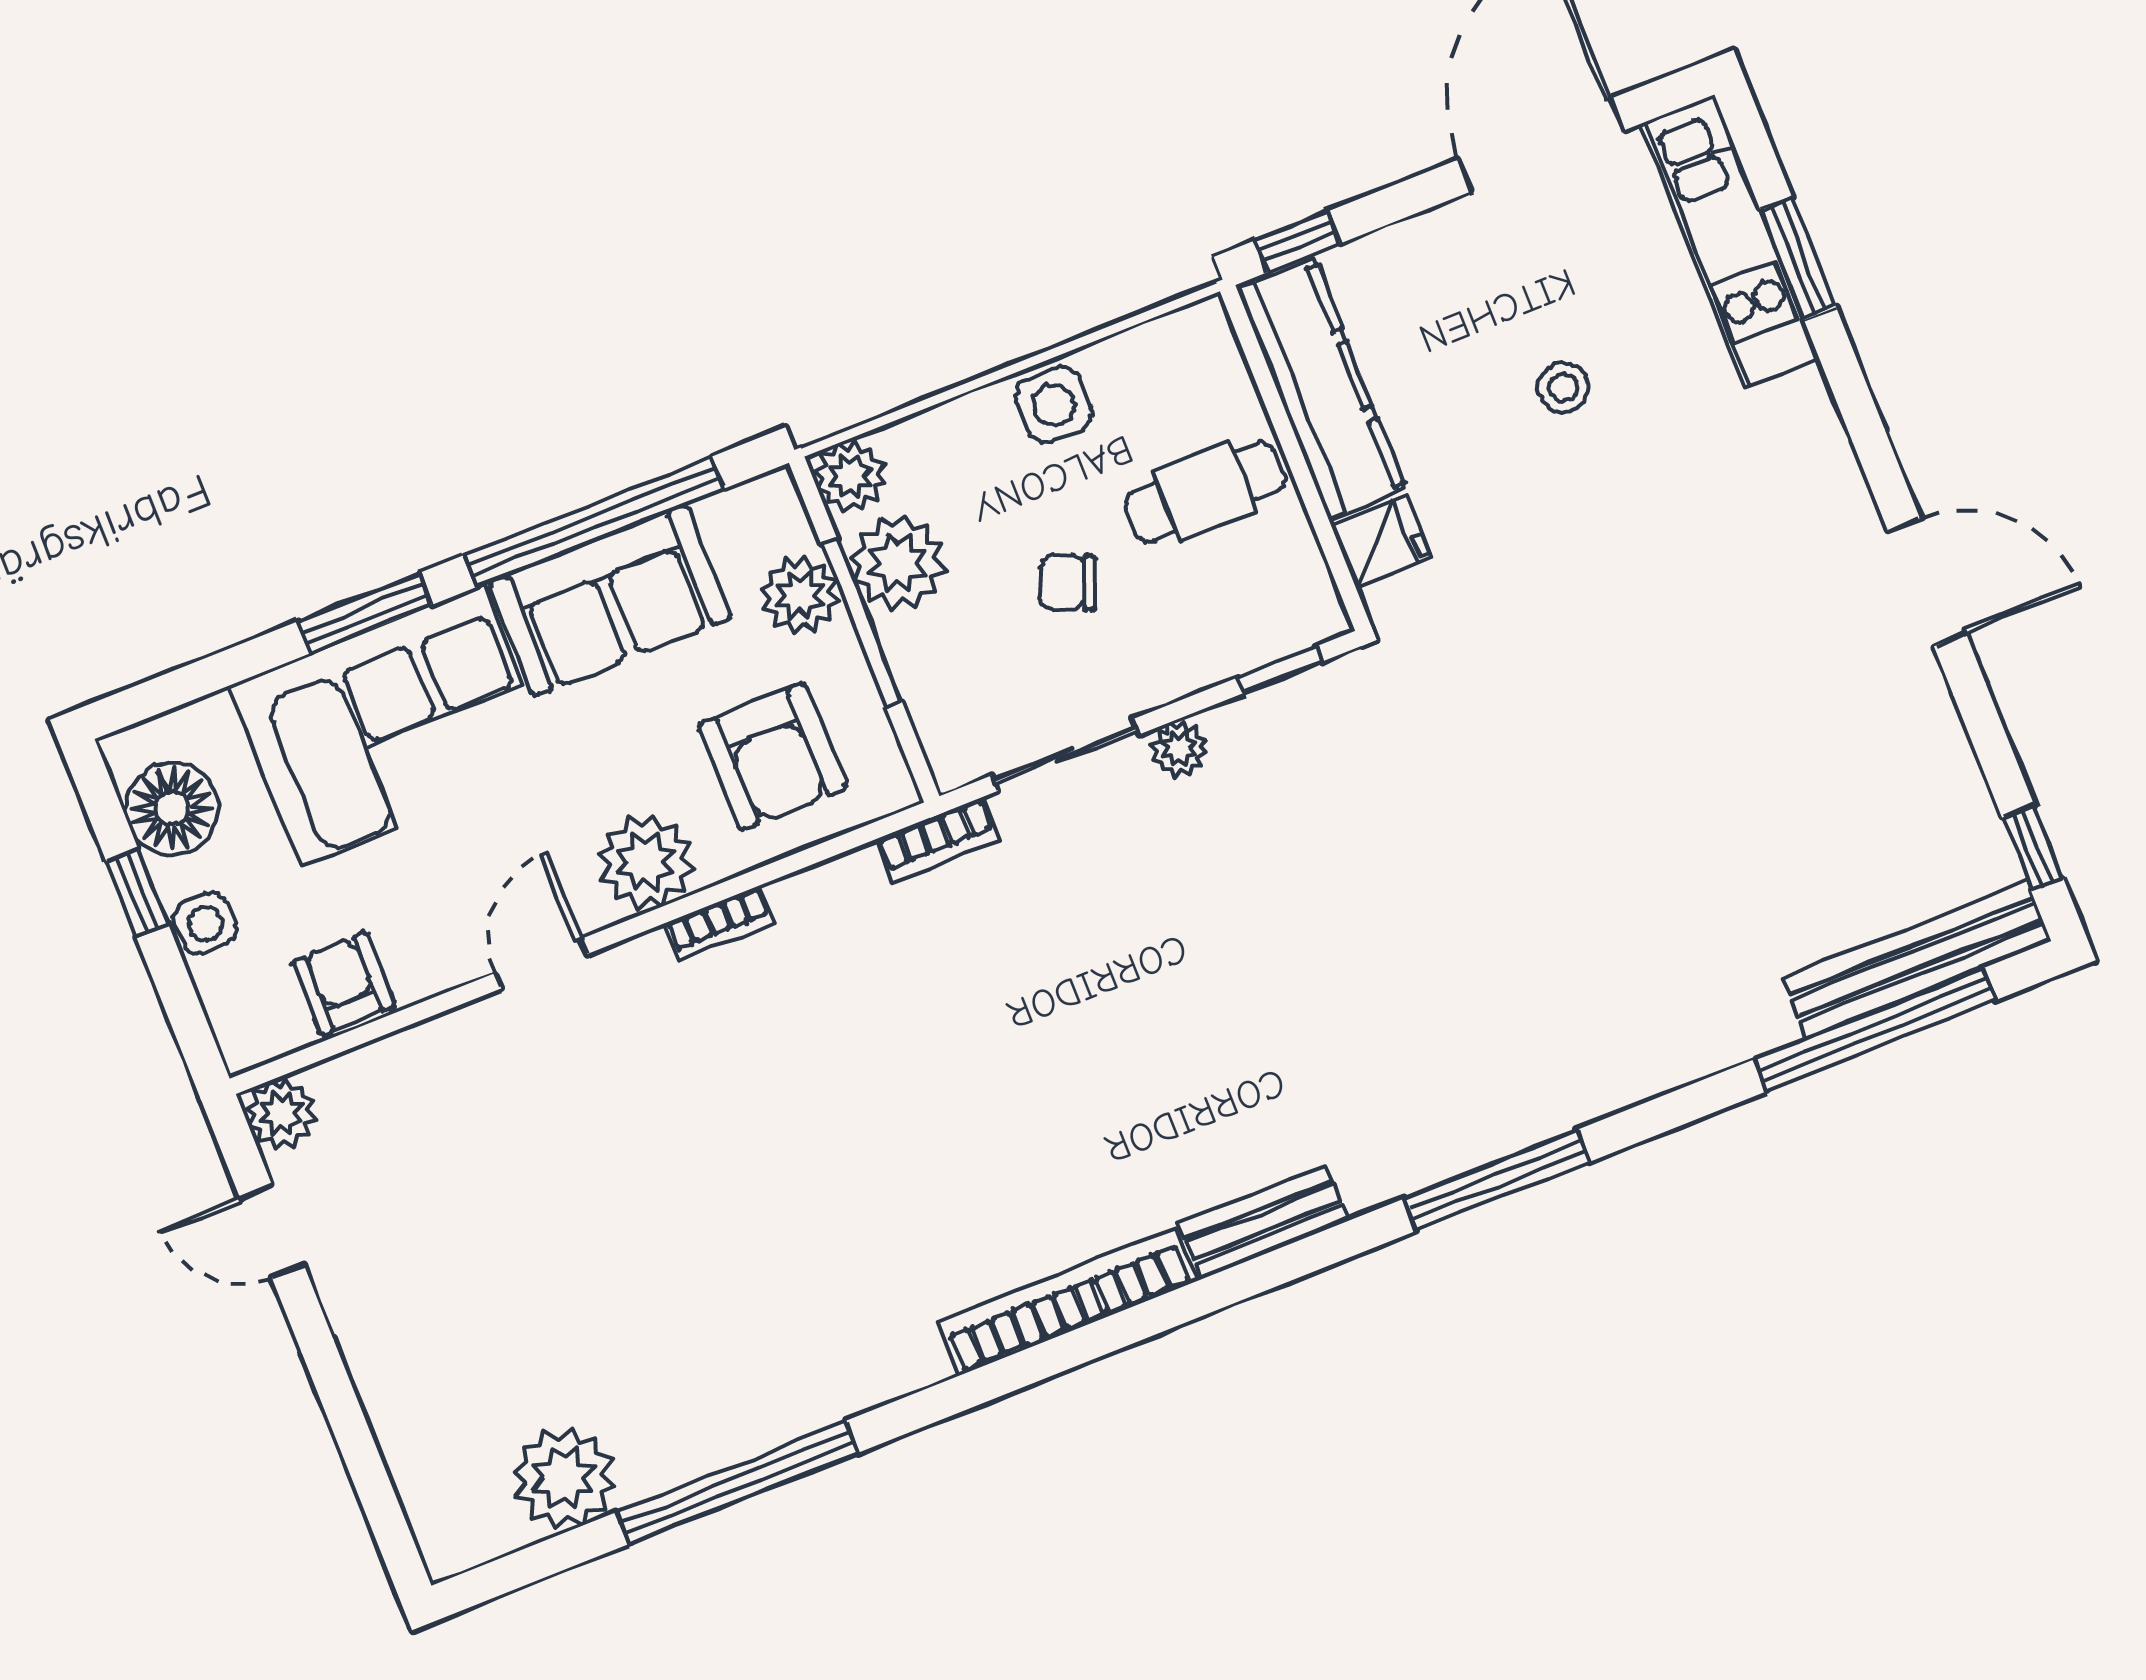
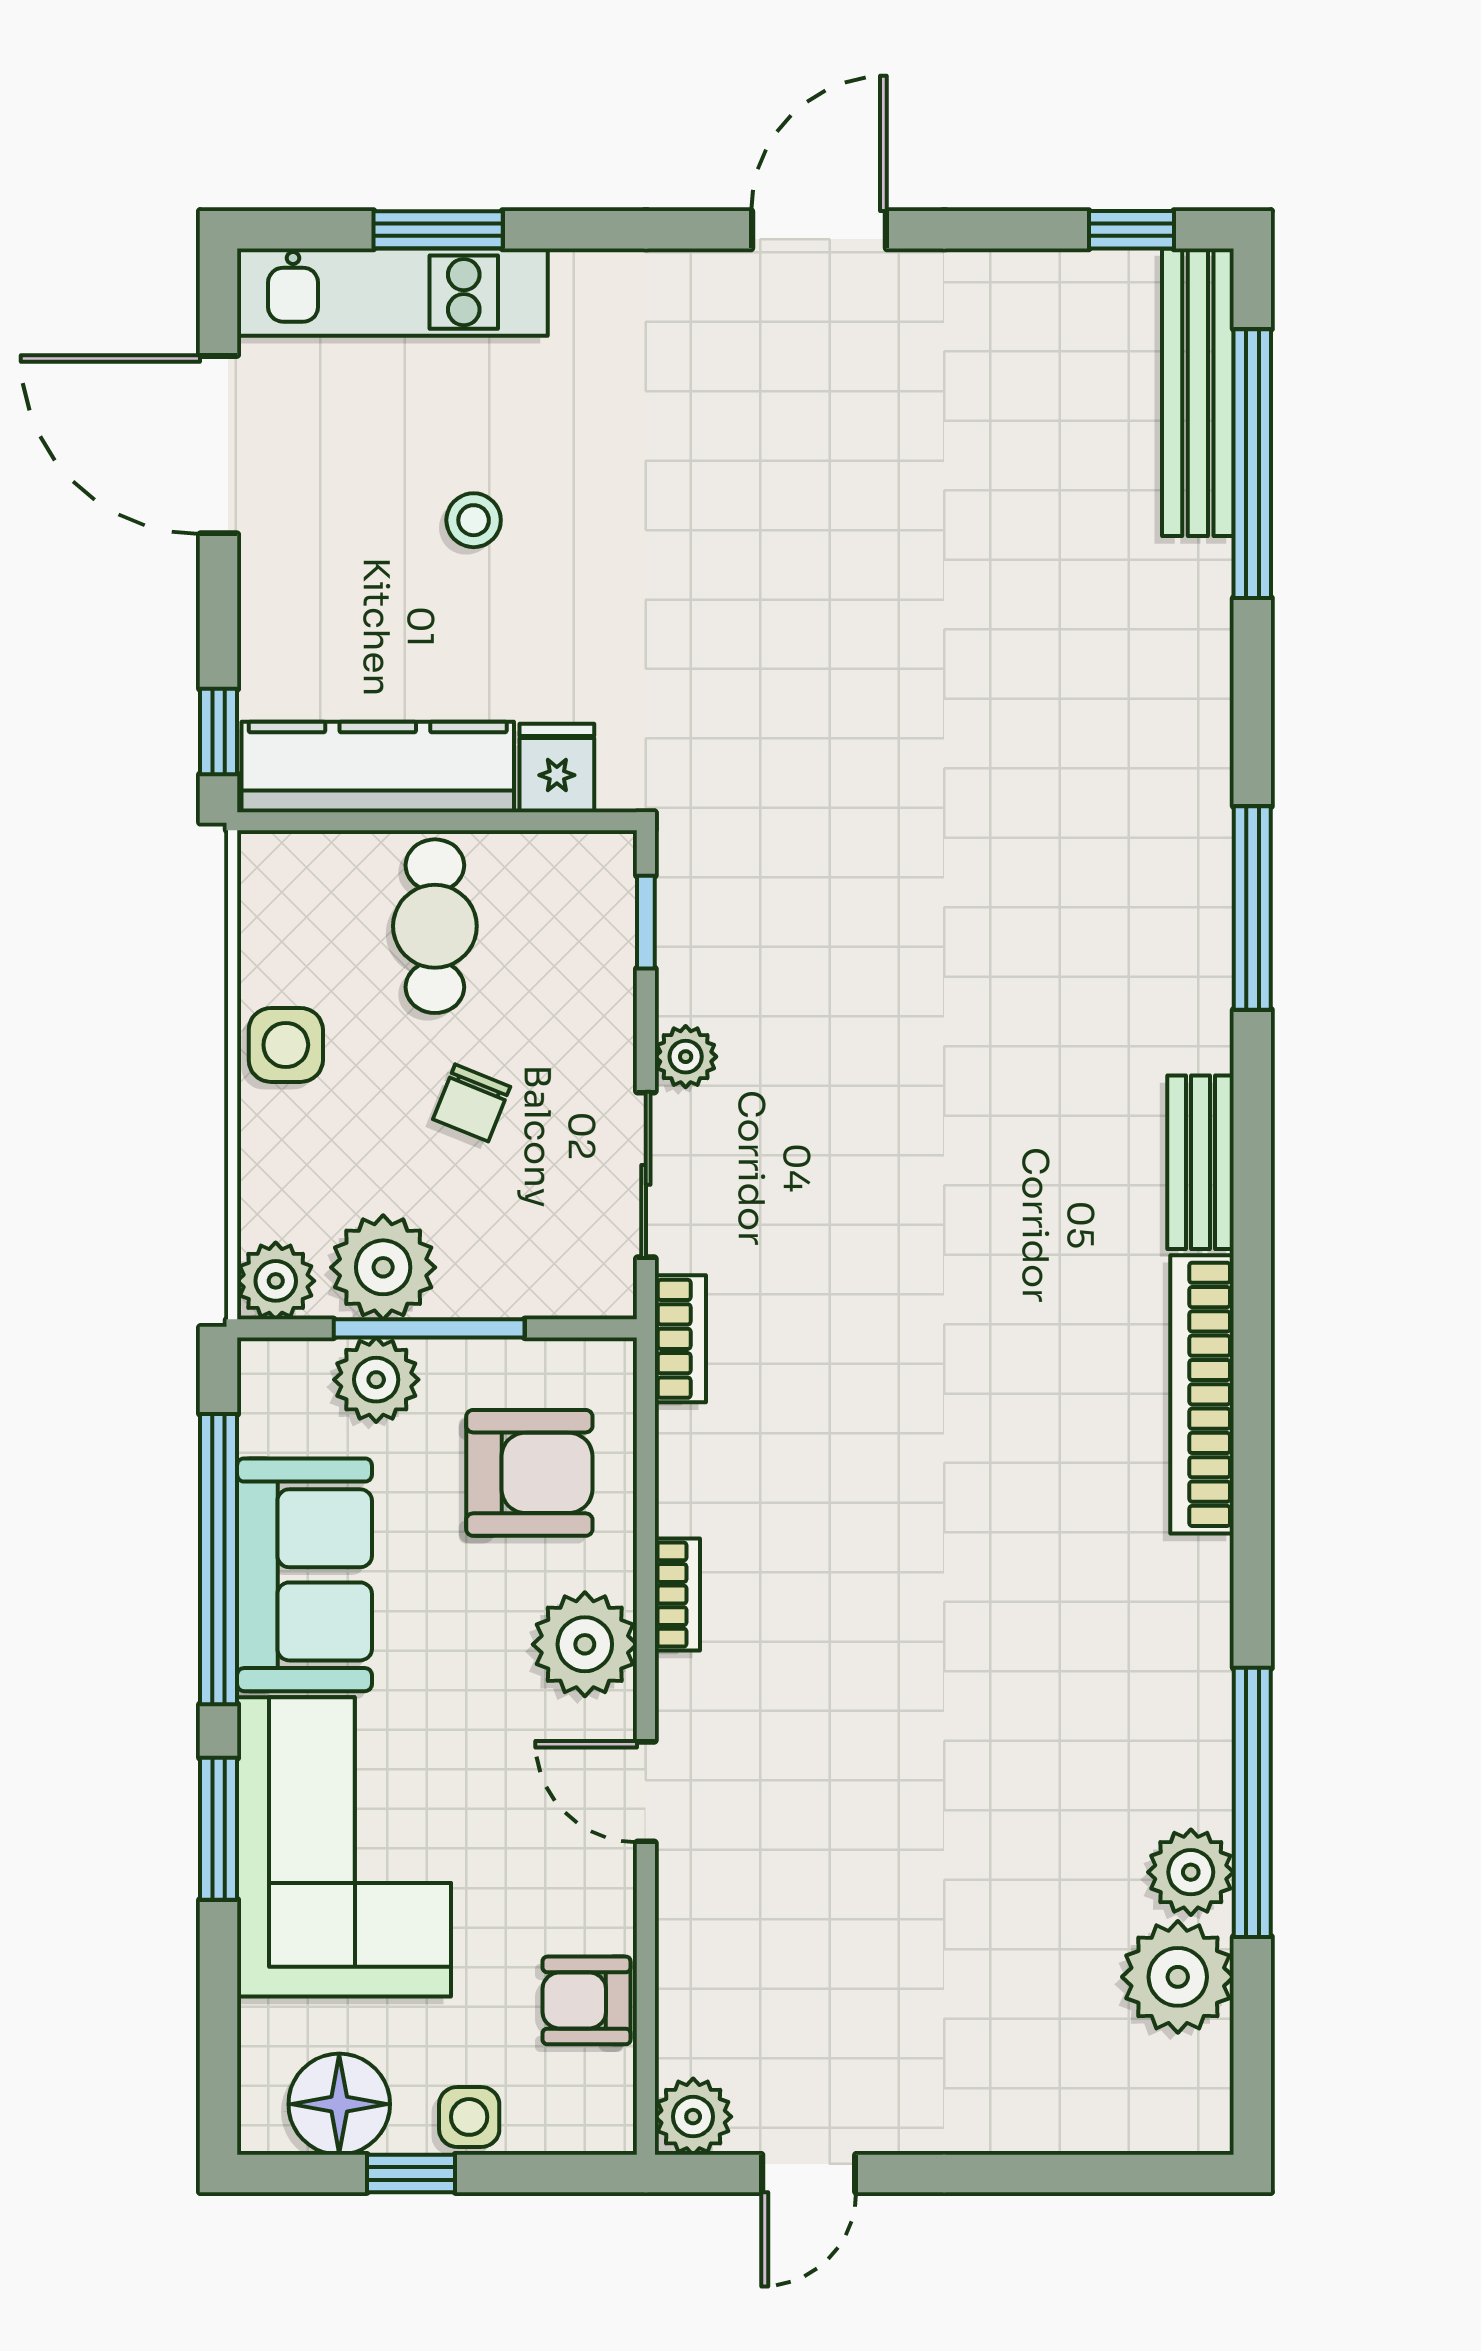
plant: (657, 1454) -> (1191, 1872), added

